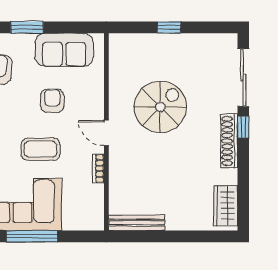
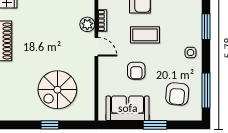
spiral stairs: (160, 107) -> (57, 90), moved
plant: (119, 163) -> (87, 24), added

